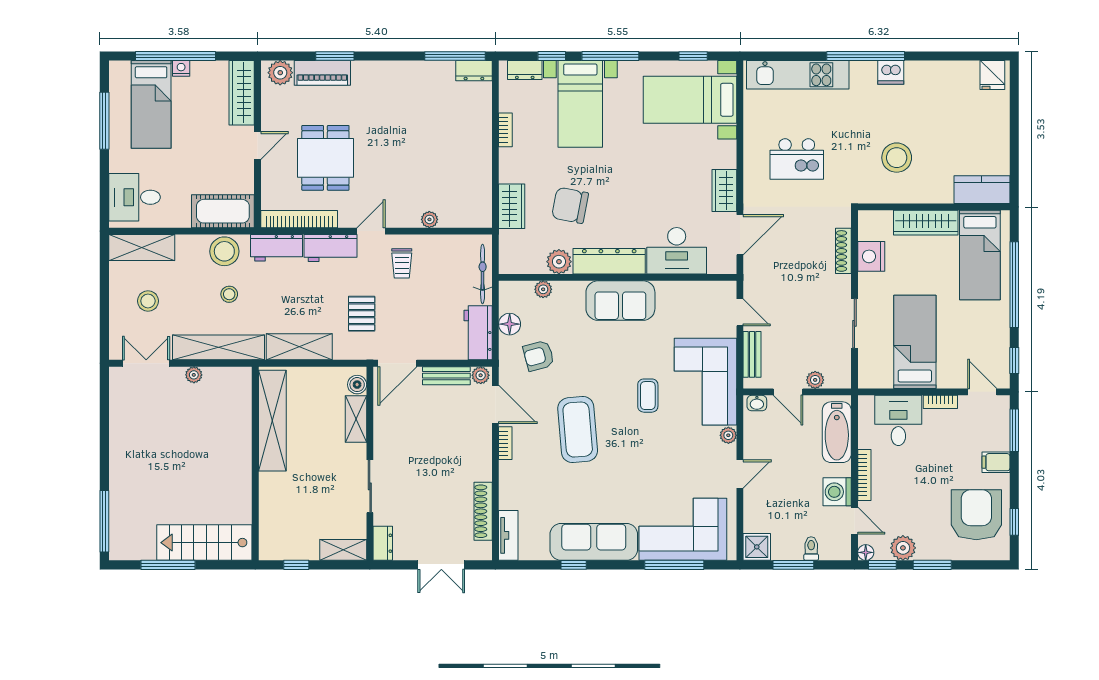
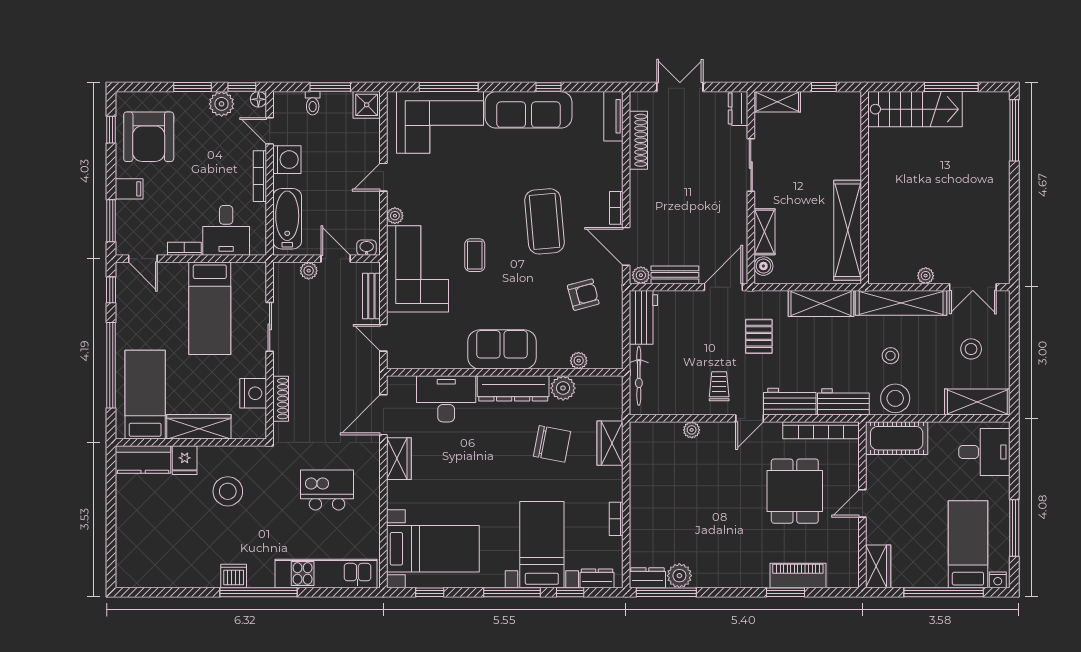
nightstand: (181, 68) -> (998, 580), moved
plant: (280, 73) -> (679, 576), moved
fridge: (992, 75) -> (185, 460), moved, turned 180
wardrobe: (242, 93) -> (878, 566), width x0.67
floor lamp: (510, 324) -> (612, 326), removed

